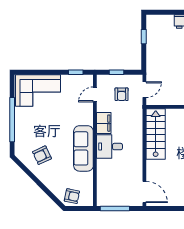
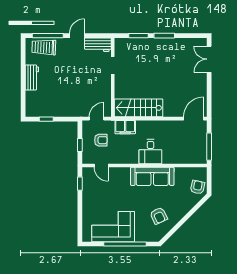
corner sofa: (38, 90) -> (113, 227), moved, turned -90
door: (144, 90) -> (97, 119), hinge flipped
filing cabinet: (104, 123) -> (125, 127), moved, turned 180

